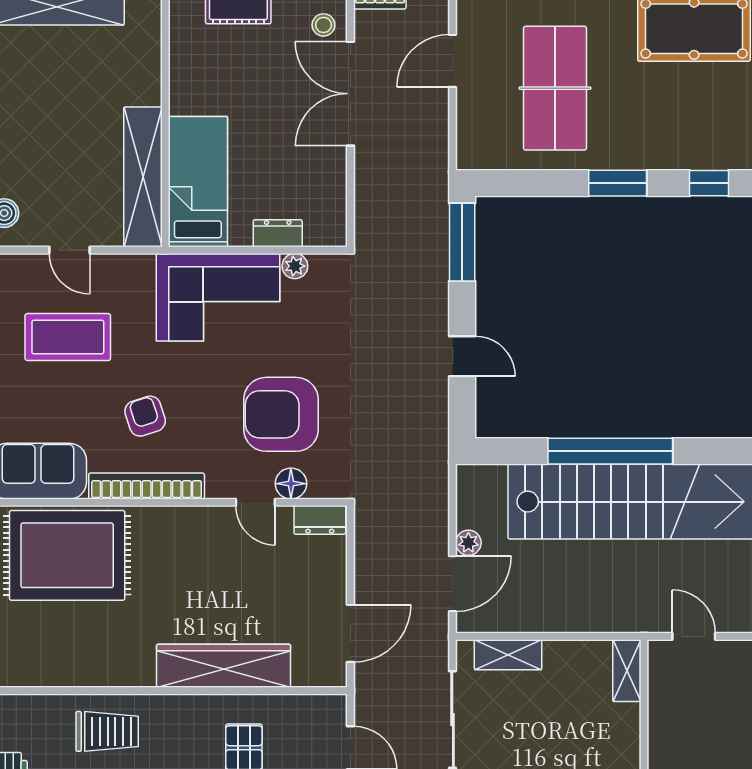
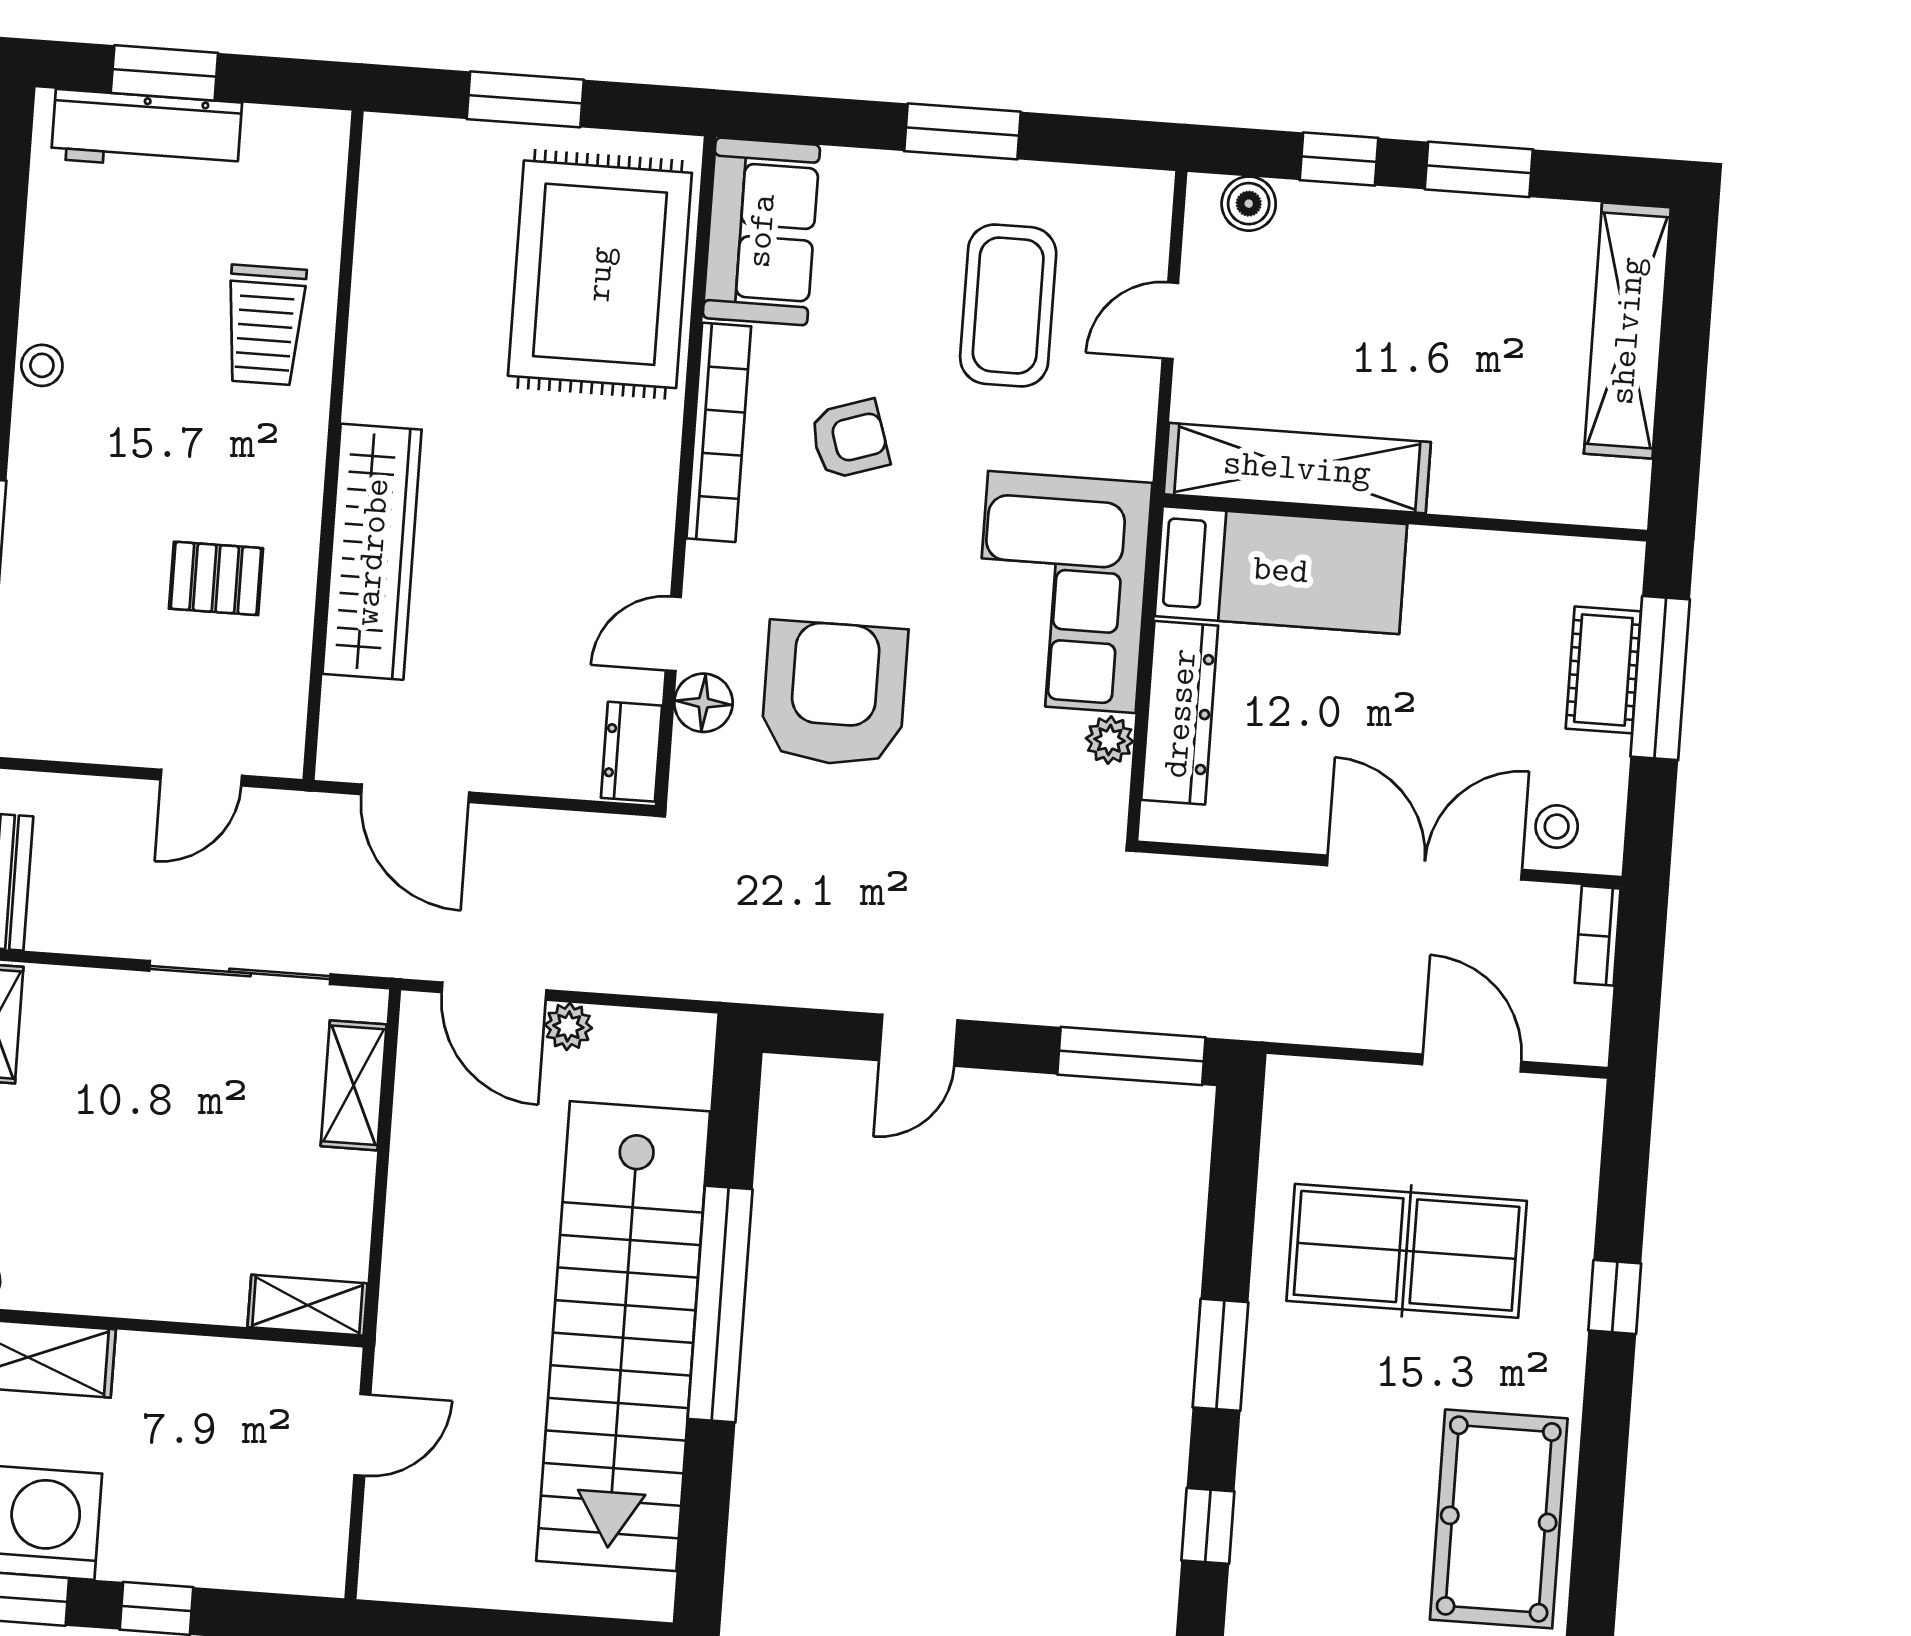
dresser: (278, 233) -> (1180, 713), width x1.96, depth x1.24

